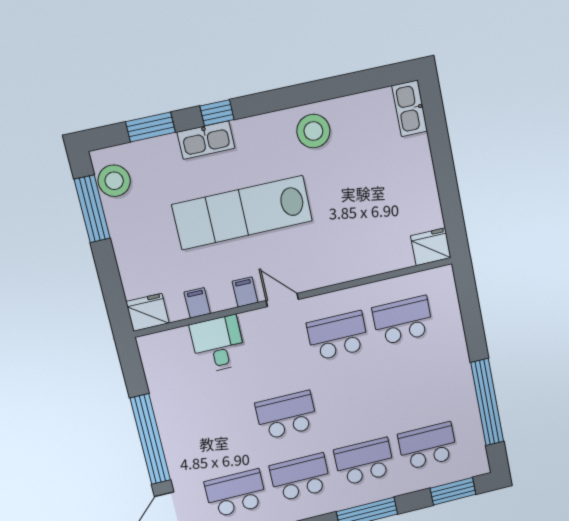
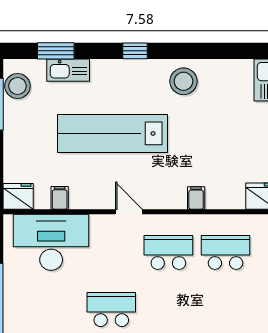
window: (217, 113) -> (135, 51), moved
kitchen sink: (206, 140) -> (68, 70), moved
filing cabinet: (245, 292) -> (196, 198), moved
desk: (218, 344) -> (51, 242), width x1.87, depth x1.30

